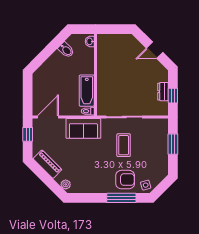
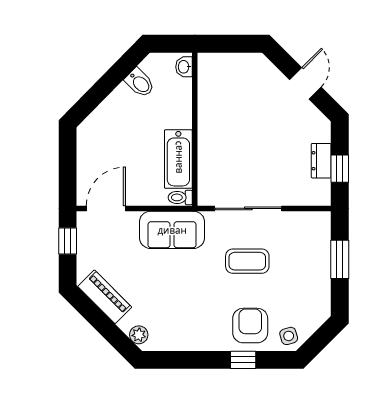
door: (155, 50) -> (305, 83), swing flipped
coffee table: (124, 145) -> (247, 261), turned 90
armchair: (125, 180) -> (250, 326), turned -90
window: (121, 198) -> (243, 360), width x0.46

